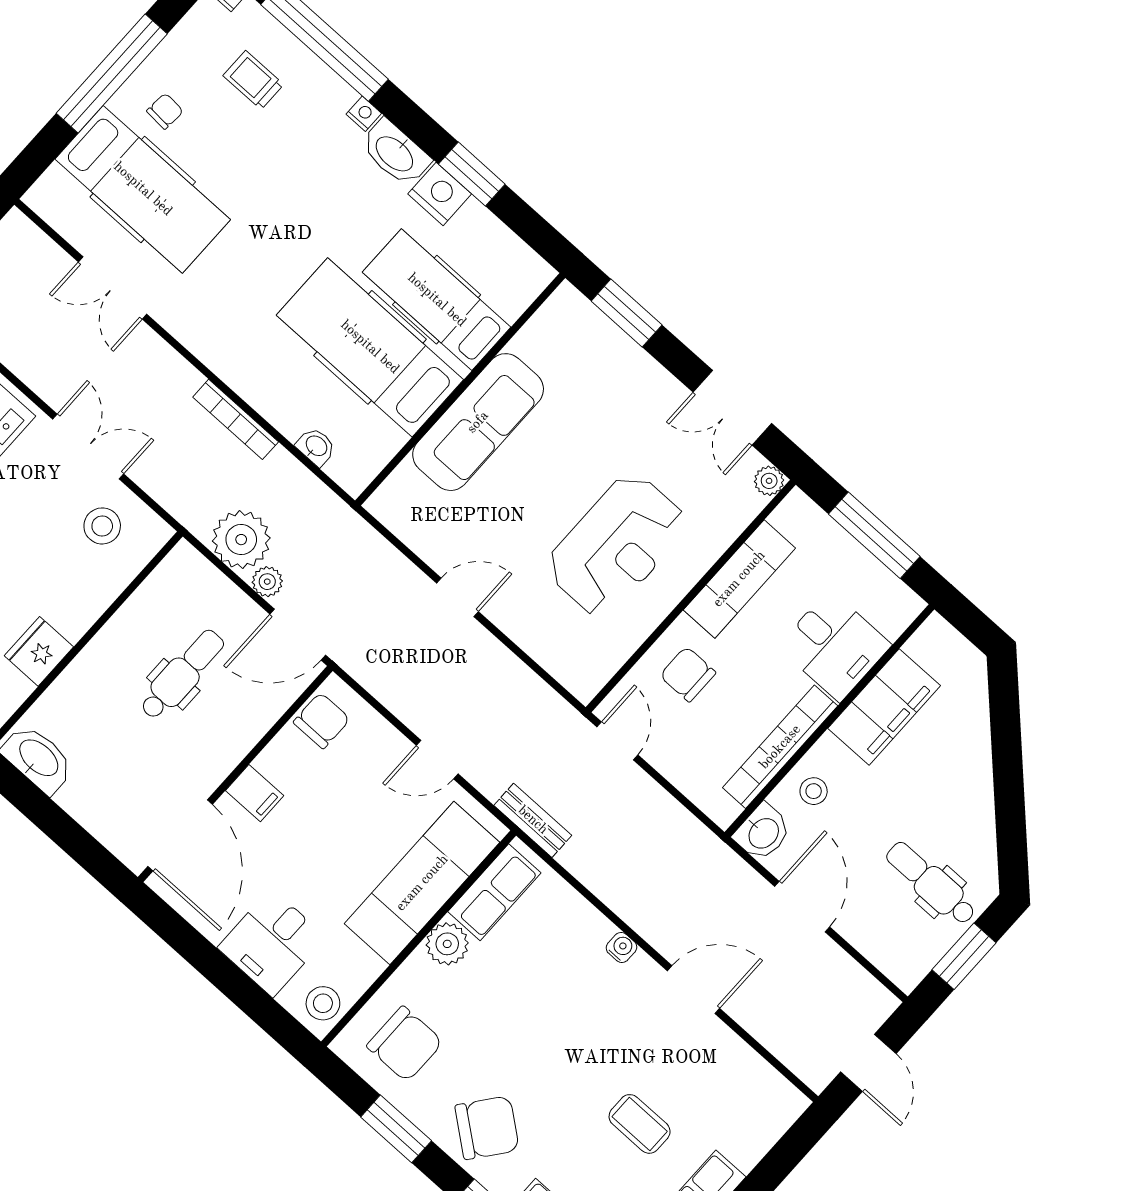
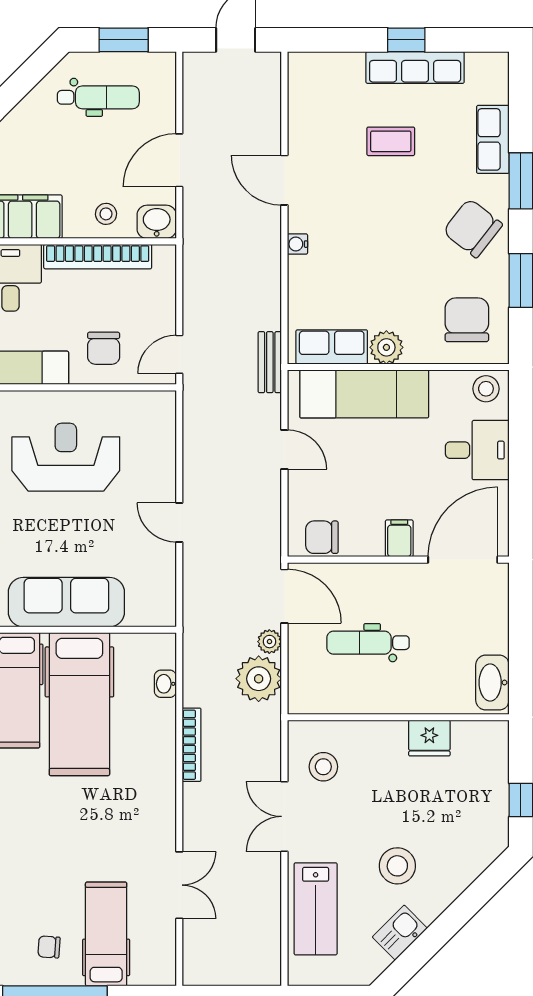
hospital bed: (143, 189) -> (106, 934), width x0.73, depth x0.78
dental chair: (931, 883) -> (98, 97), turned -90
coffee table: (640, 1124) -> (391, 141), turned 90

